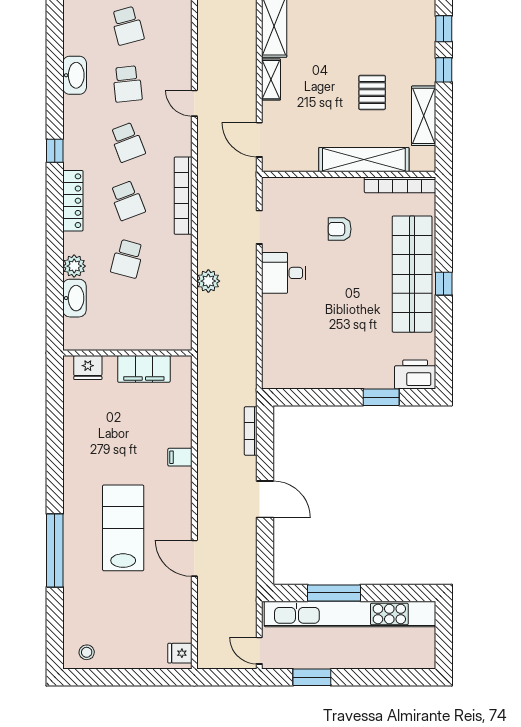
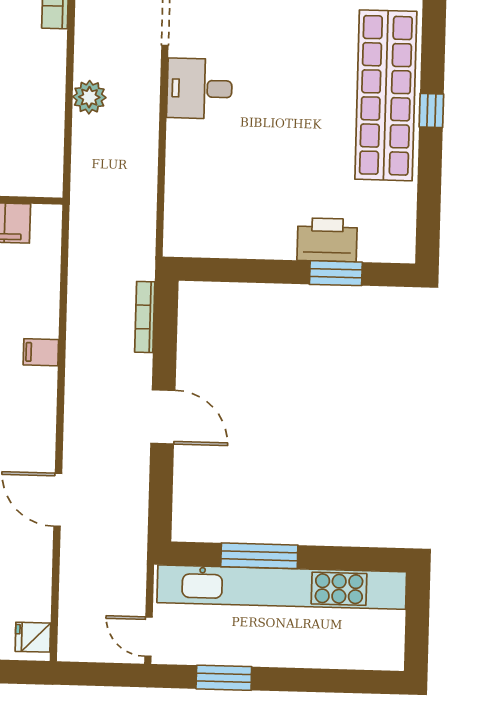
armchair: (340, 229) -> (282, 27), removed
printer: (415, 374) -> (327, 240), moved

